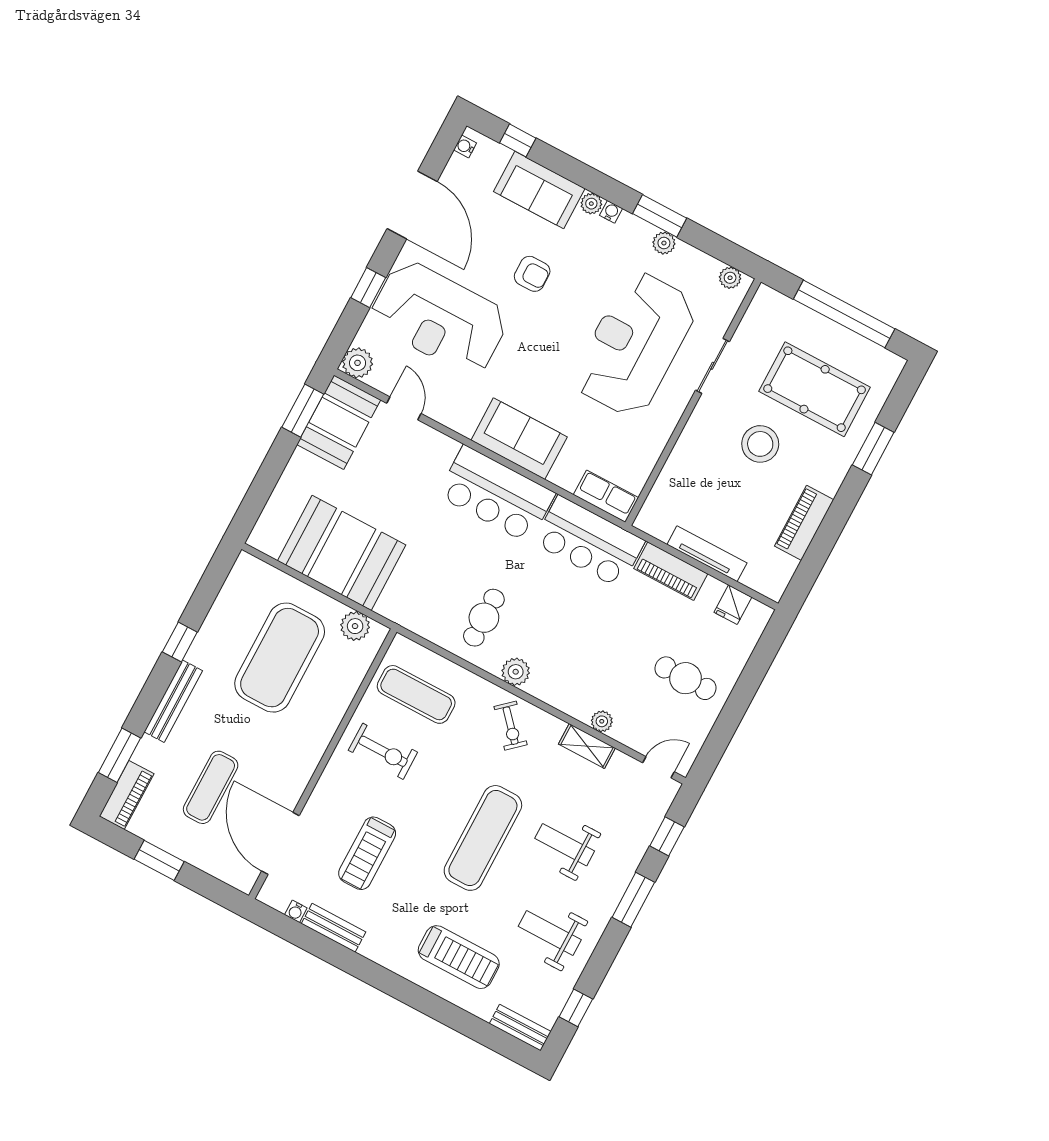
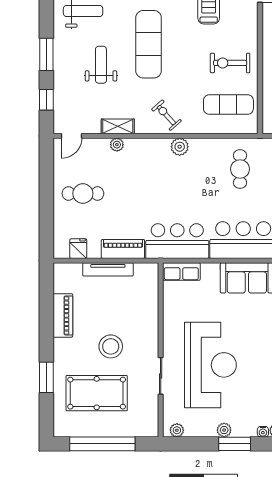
cafe table: (484, 618) -> (240, 169), moved
weight bench: (565, 845) -> (101, 65), turned -90

